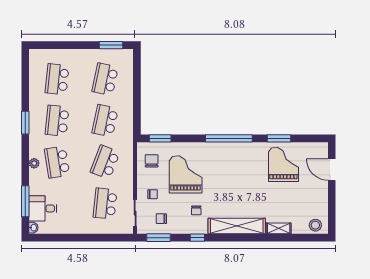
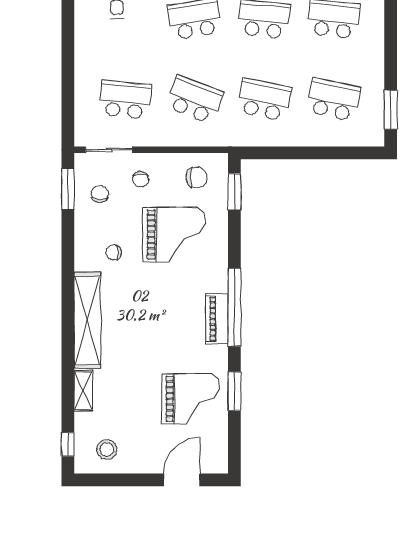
piano: (236, 149) -> (217, 319), added
stool: (315, 225) -> (107, 450), moved
window: (197, 238) -> (68, 444), moved

